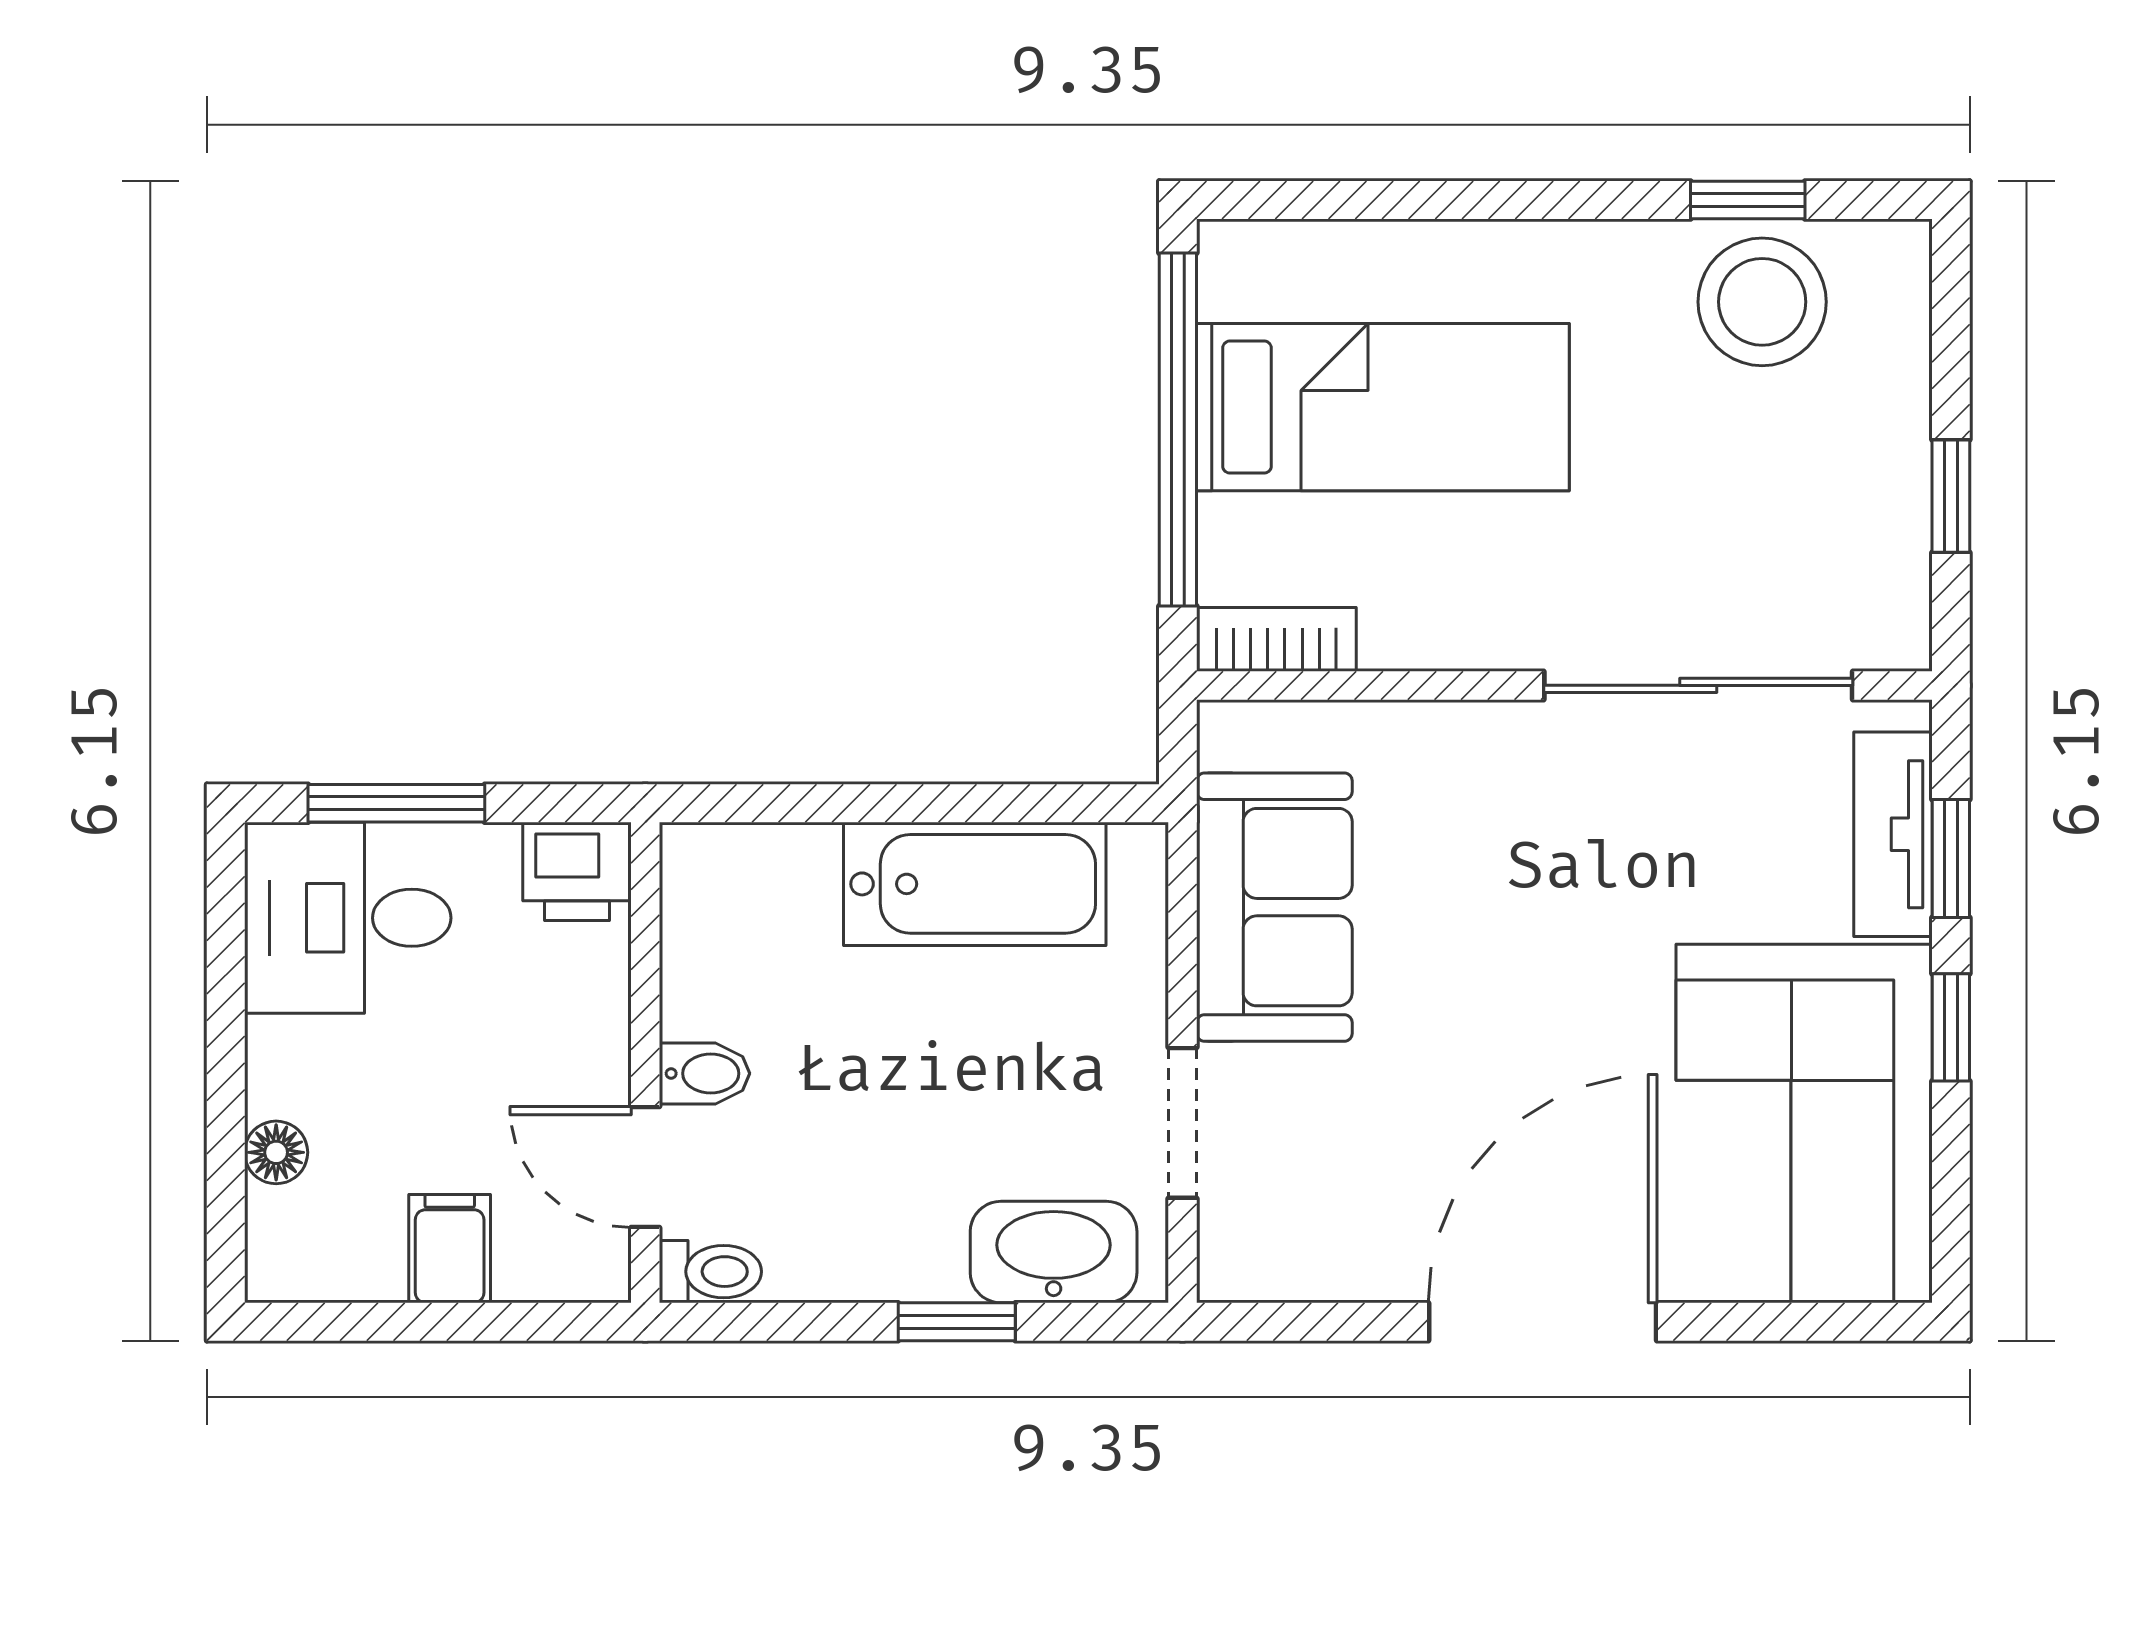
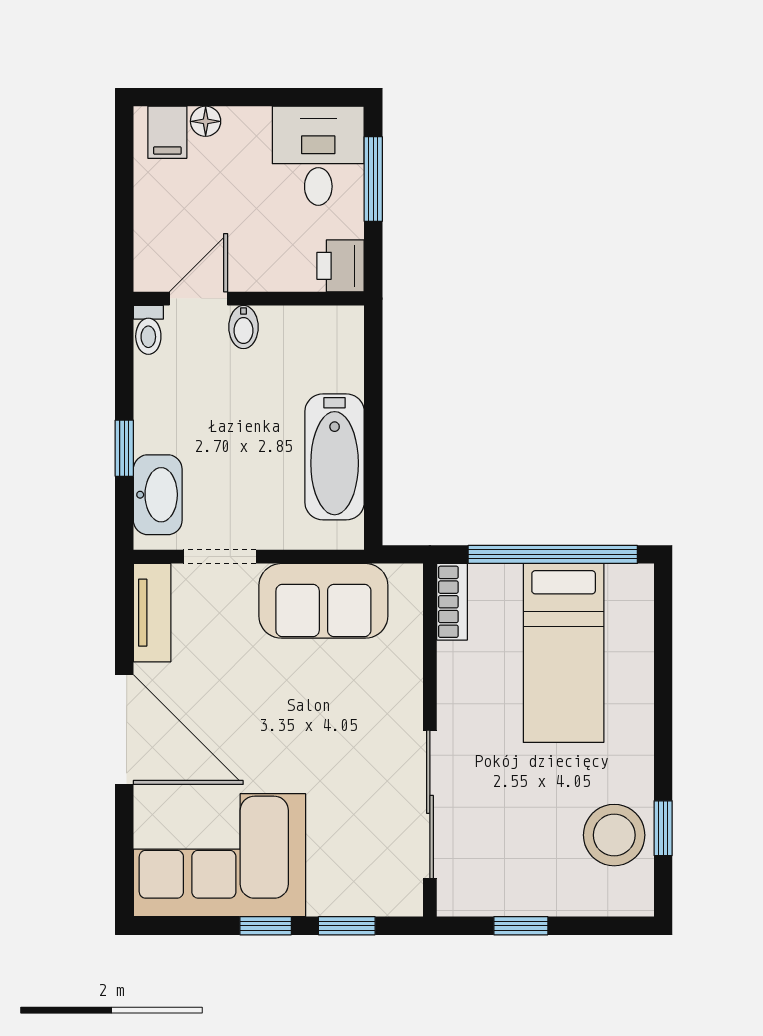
tv unit: (1893, 834) -> (152, 613), moved, turned 90
filing cabinet: (450, 1249) -> (167, 132), moved, turned 90

